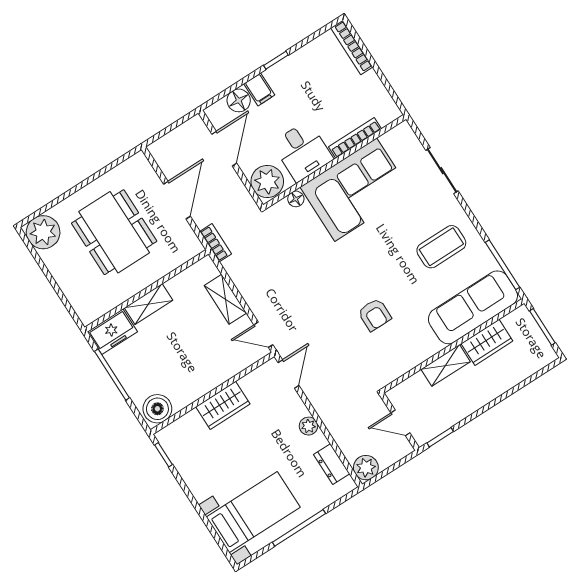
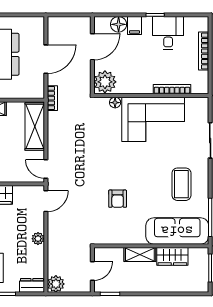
bookcase: (352, 47) -> (204, 51), moved
desk: (303, 151) -> (168, 33), moved, turned 180
coffee table: (441, 247) -> (181, 184), turned 90
shelving: (225, 299) -> (35, 126), width x1.50, depth x1.33
door: (400, 423) -> (92, 271), swing flipped
dresser: (332, 464) -> (32, 285), moved, turned 90

